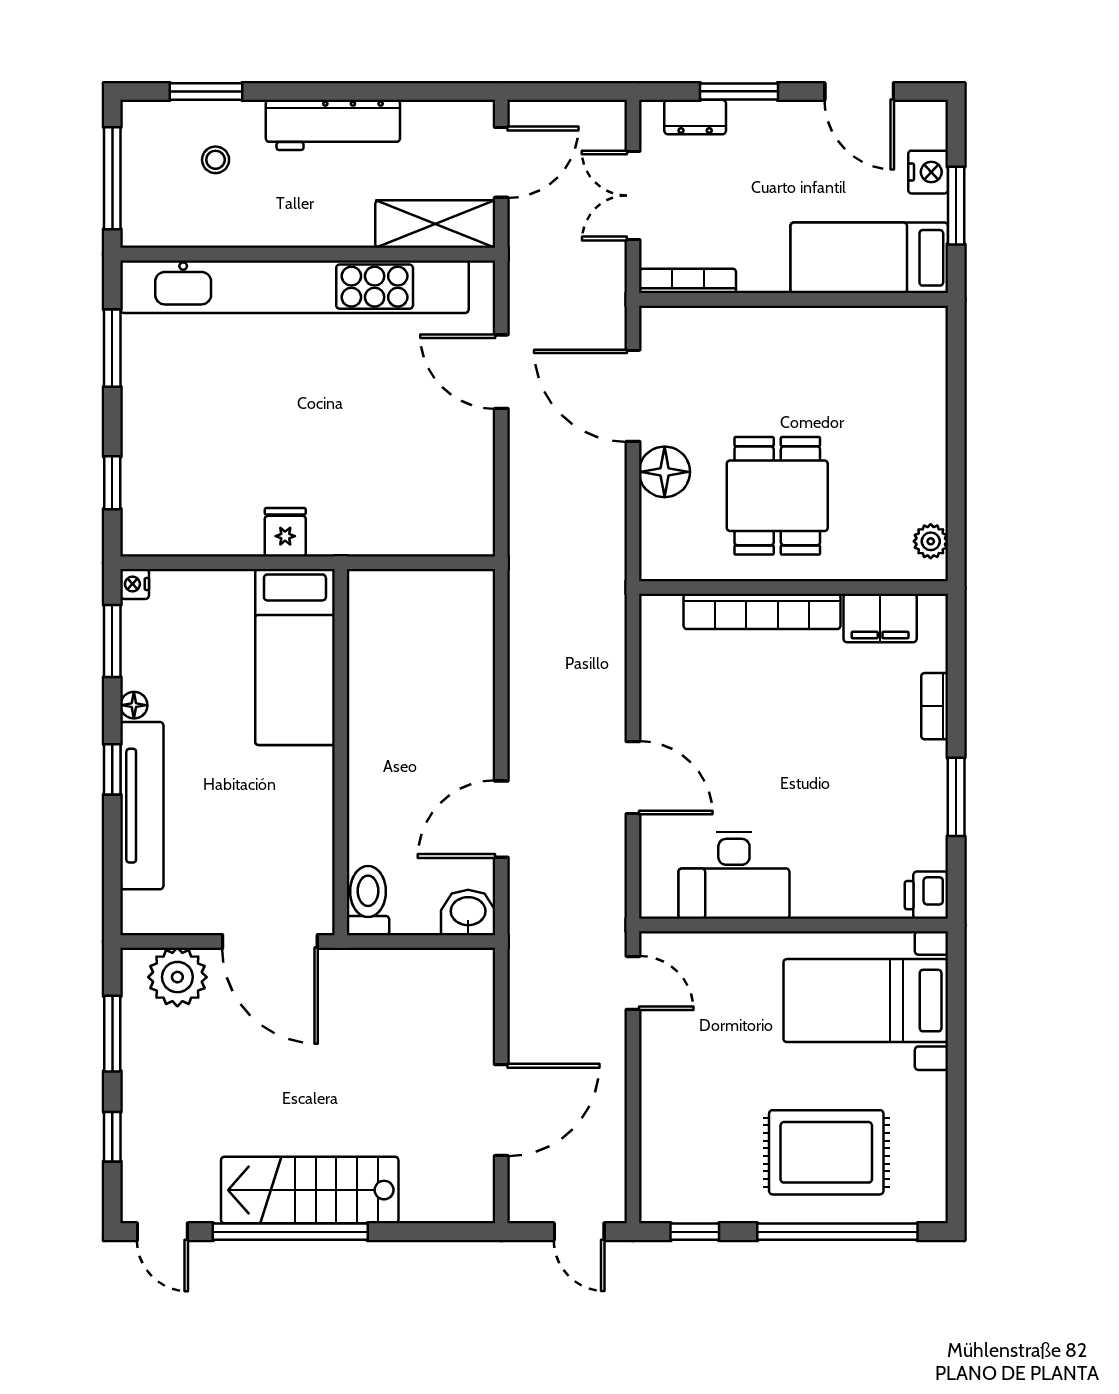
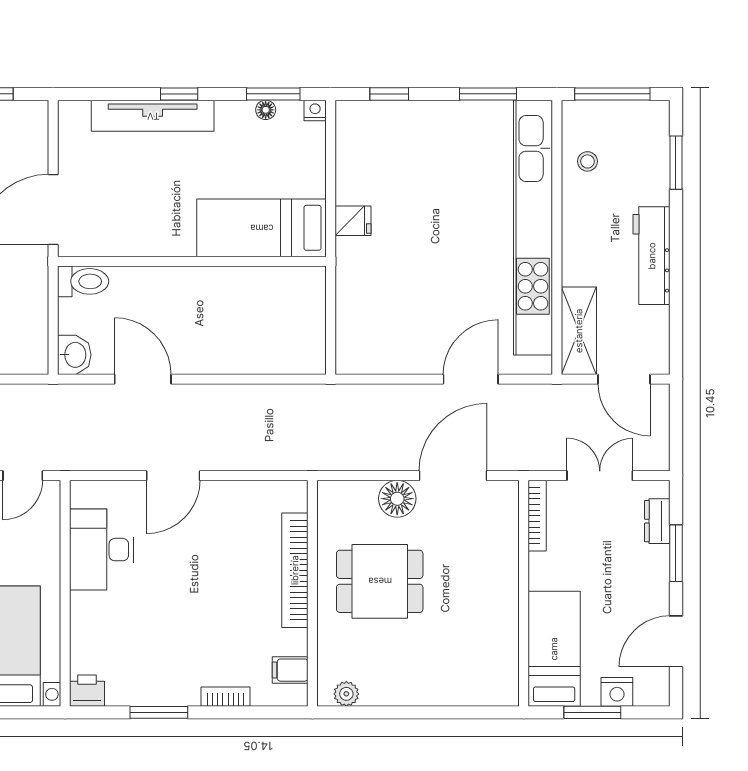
stool: (216, 160) -> (587, 161), moved
filing cabinet: (880, 618) -> (290, 670), width x0.50
floor lamp: (134, 705) -> (266, 110), moved
plant: (177, 977) -> (27, 142), removed

